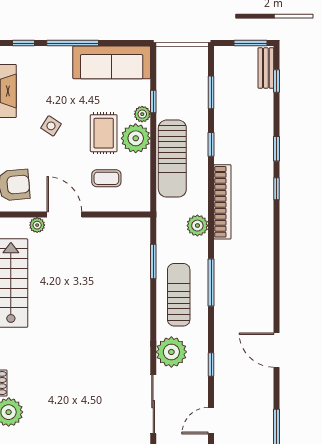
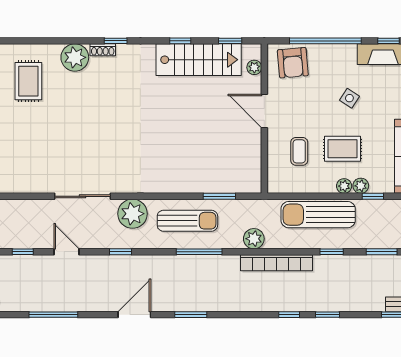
plant: (136, 138) -> (344, 186), width x0.53, depth x0.53
door: (64, 215) -> (264, 111), swing flipped
plant: (37, 225) -> (254, 67), moved
window: (277, 291) -> (191, 315), added

